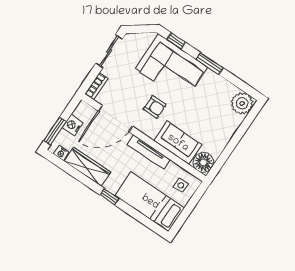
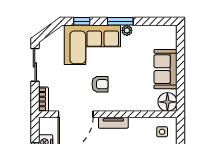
plant: (242, 103) -> (127, 30), moved, width x0.53, depth x0.53
sofa: (178, 143) -> (165, 69), moved, turned -90
tv unit: (149, 152) -> (113, 123), width x0.71

